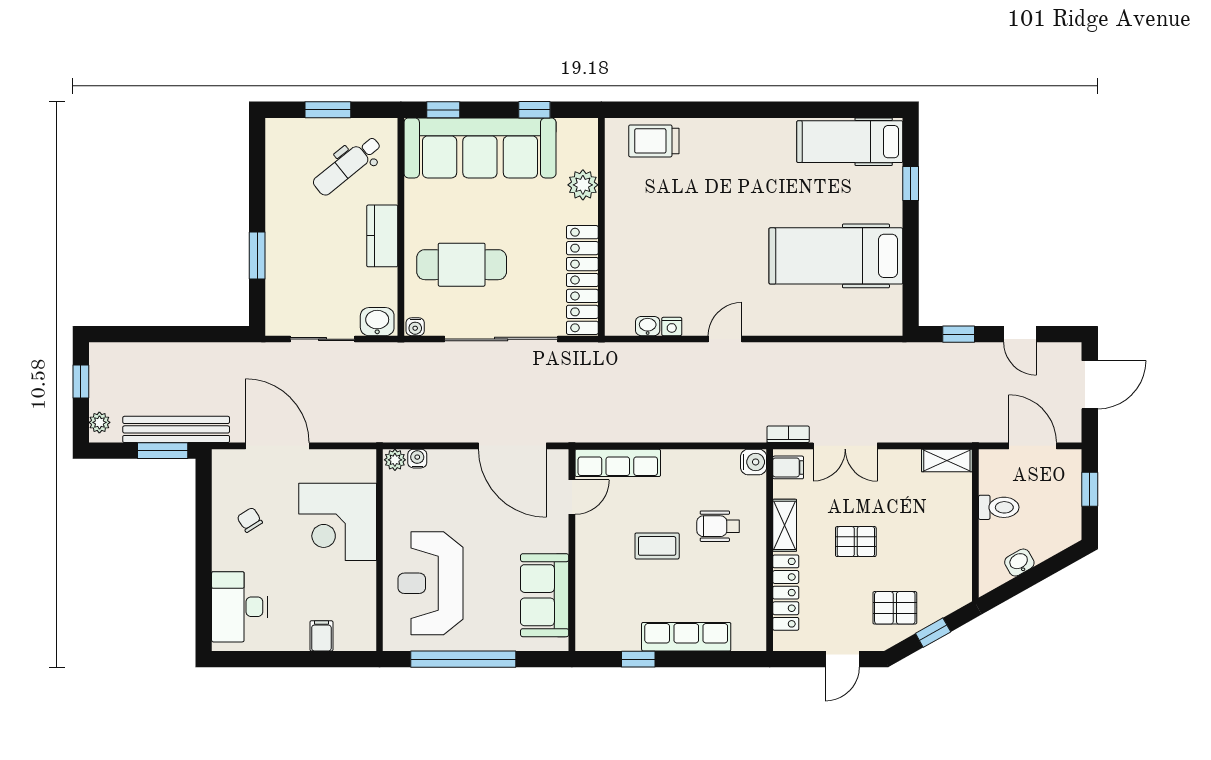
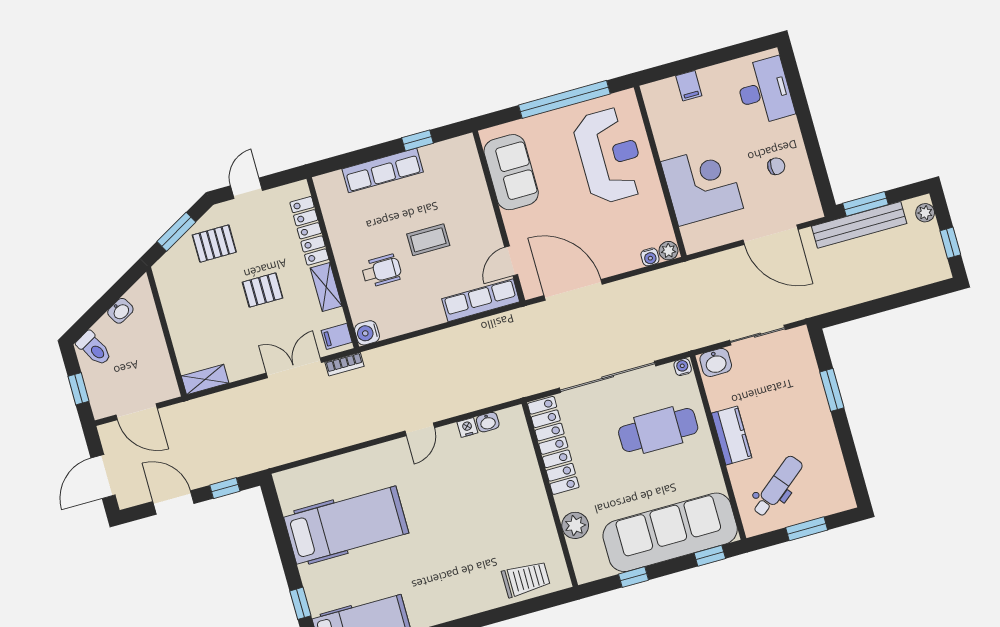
door: (1020, 334) -> (173, 502), width x1.38
toilet: (999, 507) -> (94, 349), moved, turned -119
chair: (250, 520) -> (776, 166), turned -58
window: (933, 633) -> (176, 232), width x1.50

